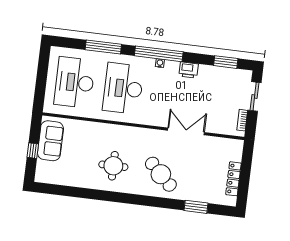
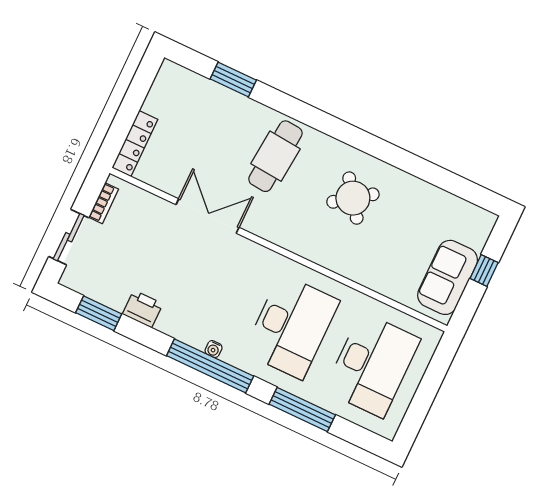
printer: (189, 70) -> (143, 309), moved
double door: (186, 131) -> (207, 216), swing flipped
round table: (113, 166) -> (353, 198), turned -36
cafe table: (161, 174) -> (275, 156), turned 51
locker: (233, 179) -> (135, 144), moved

